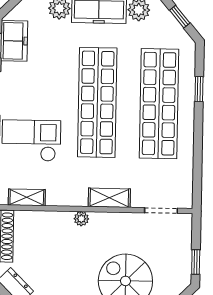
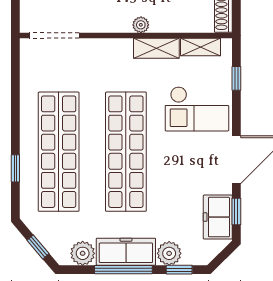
shelving: (109, 198) -> (156, 48), moved
doorway: (161, 210) -> (54, 35), width x1.38

